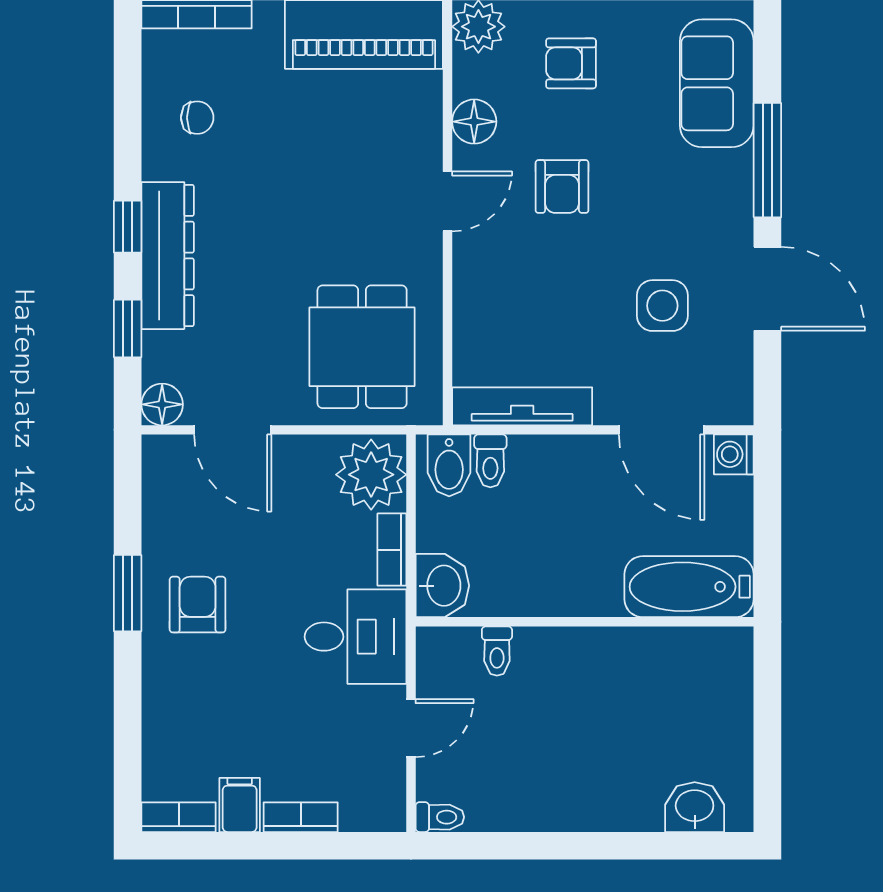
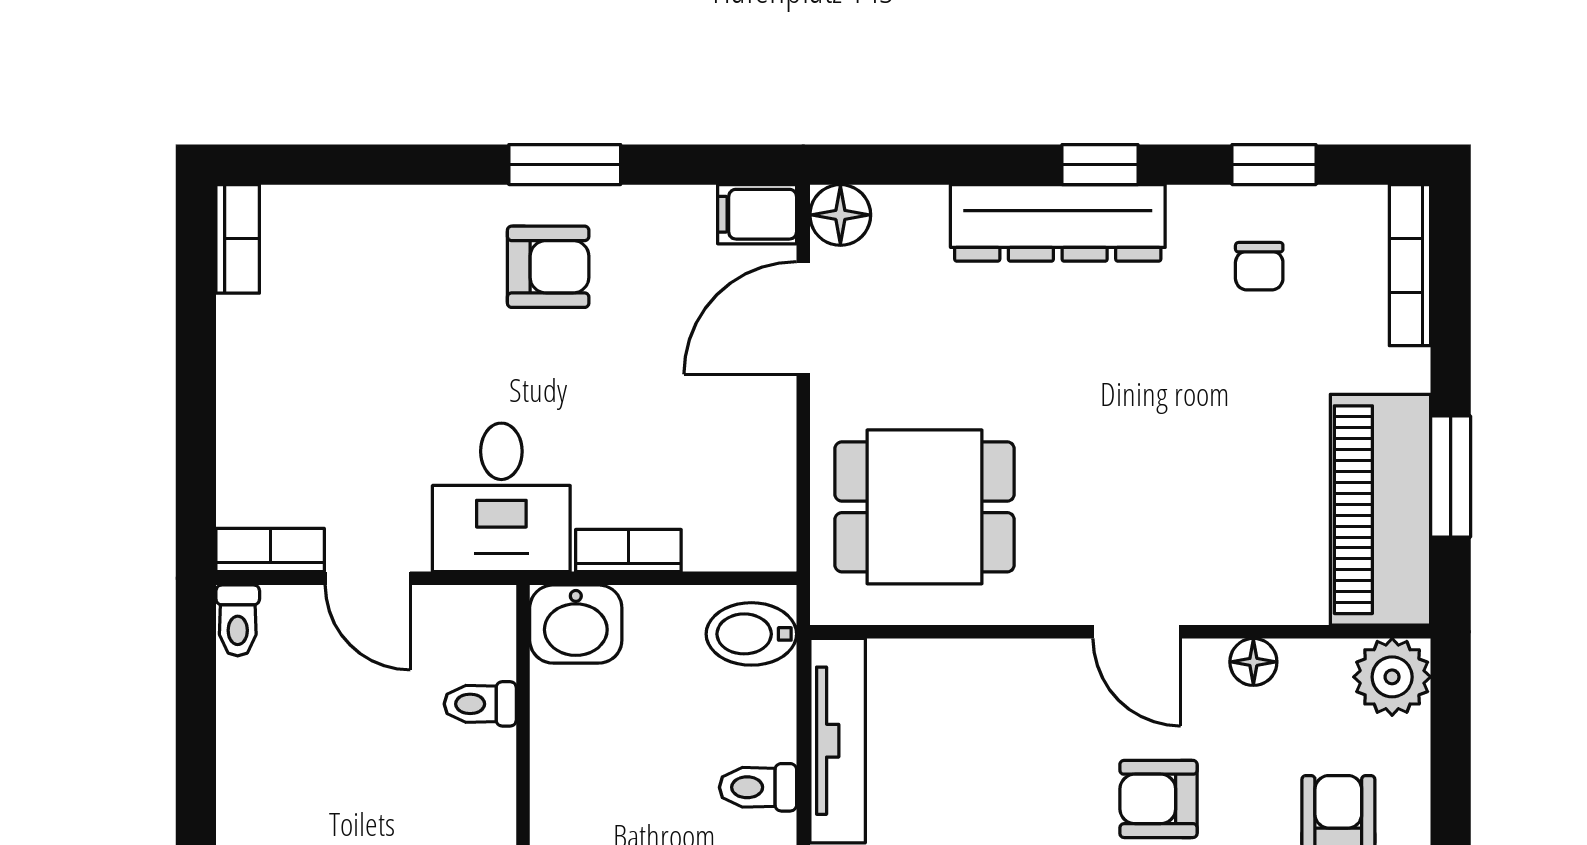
floor lamp: (474, 122) -> (1253, 662), width x0.73, depth x0.73
window: (128, 329) -> (1274, 165), moved
toilet: (490, 461) -> (758, 787), moved
plant: (371, 475) -> (738, 520), removed
filing cabinet: (240, 805) -> (757, 214), moved, turned 180
bookcase: (301, 817) -> (270, 550), moved, turned -90

